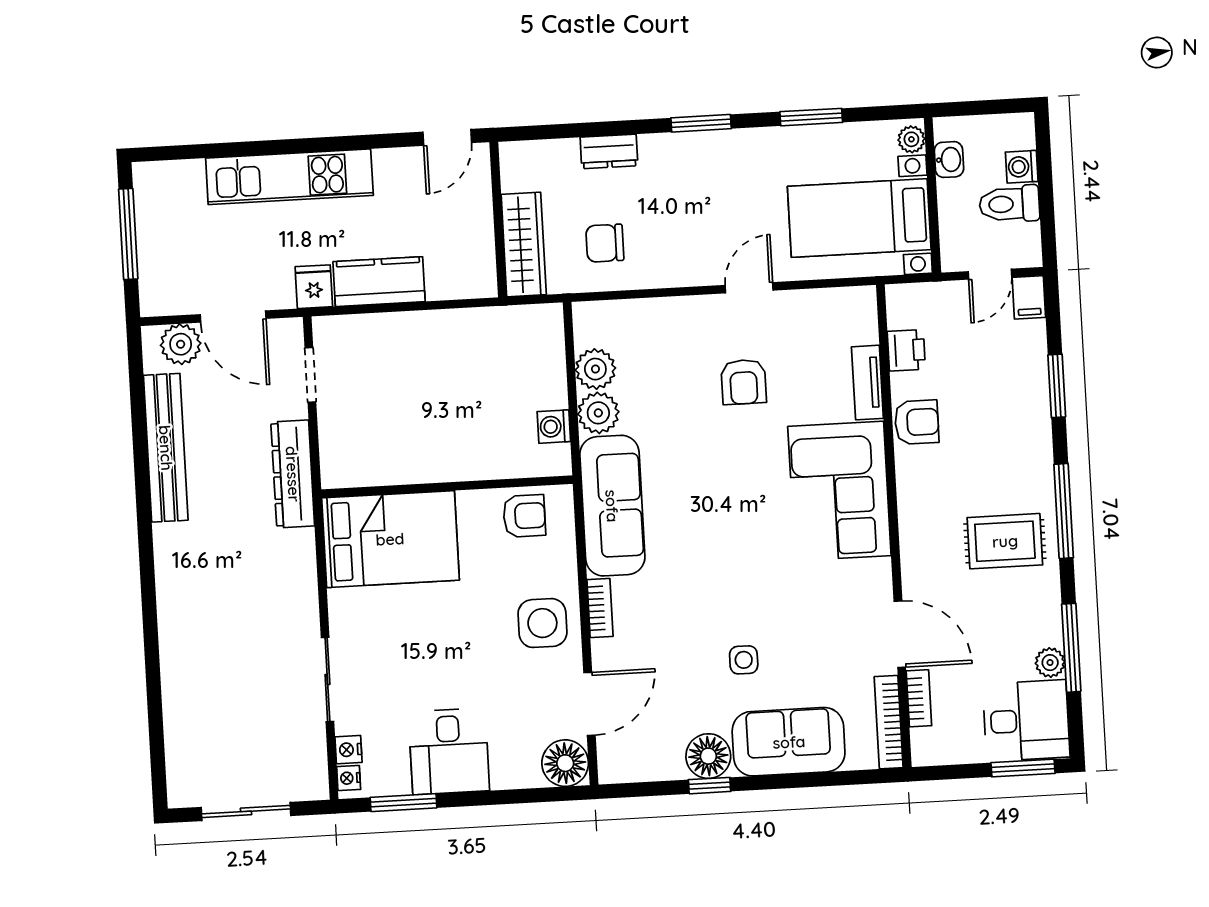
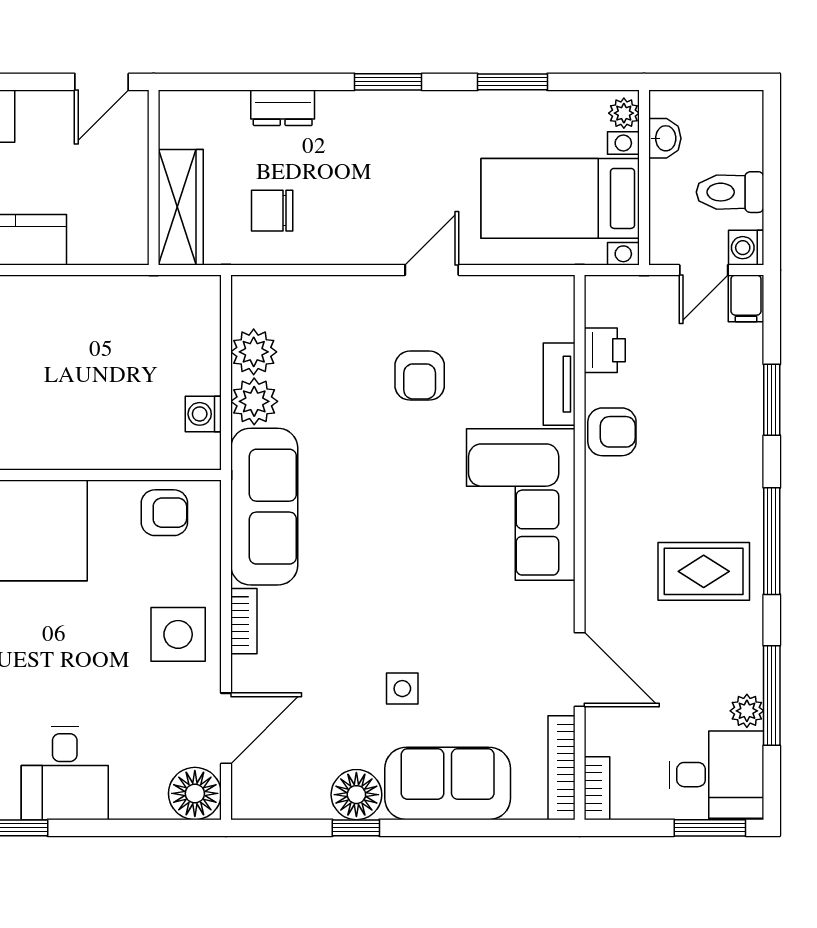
washing machine: (1022, 167) -> (746, 248), moved
bookcase: (919, 698) -> (597, 788), moved

